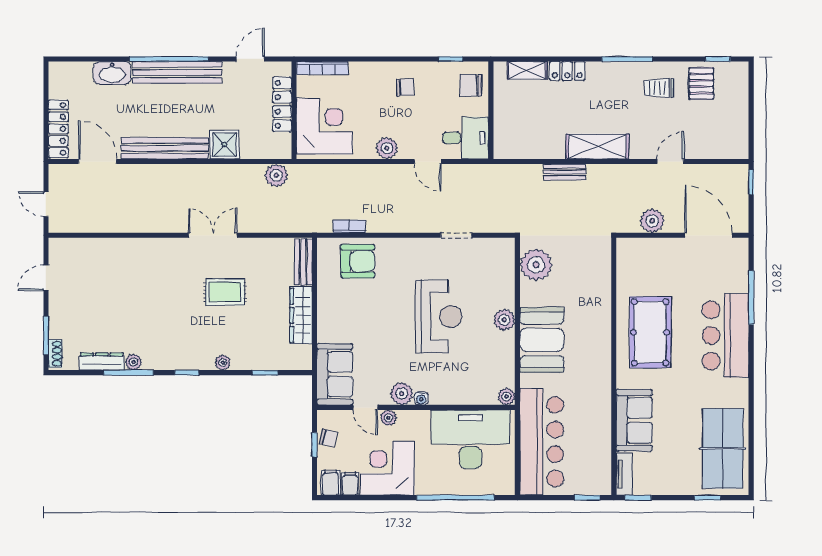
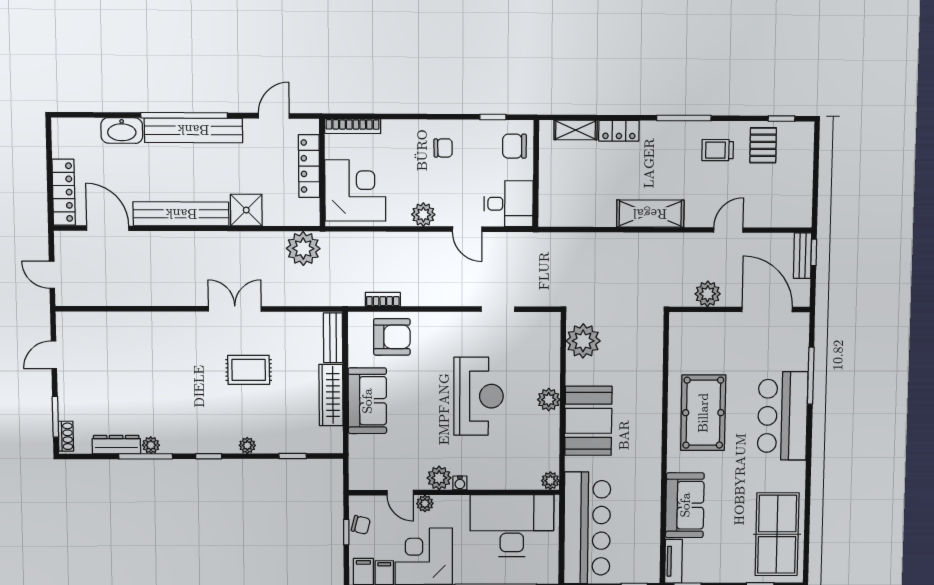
bench: (565, 172) -> (803, 256), moved, turned 90
plant: (276, 175) -> (303, 249), width x1.36, depth x1.36
sofa: (335, 374) -> (367, 401), moved

